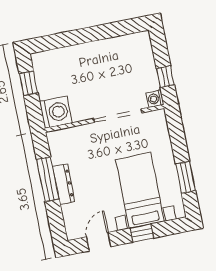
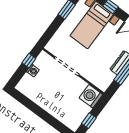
washing machine: (155, 99) -> (33, 71), moved

